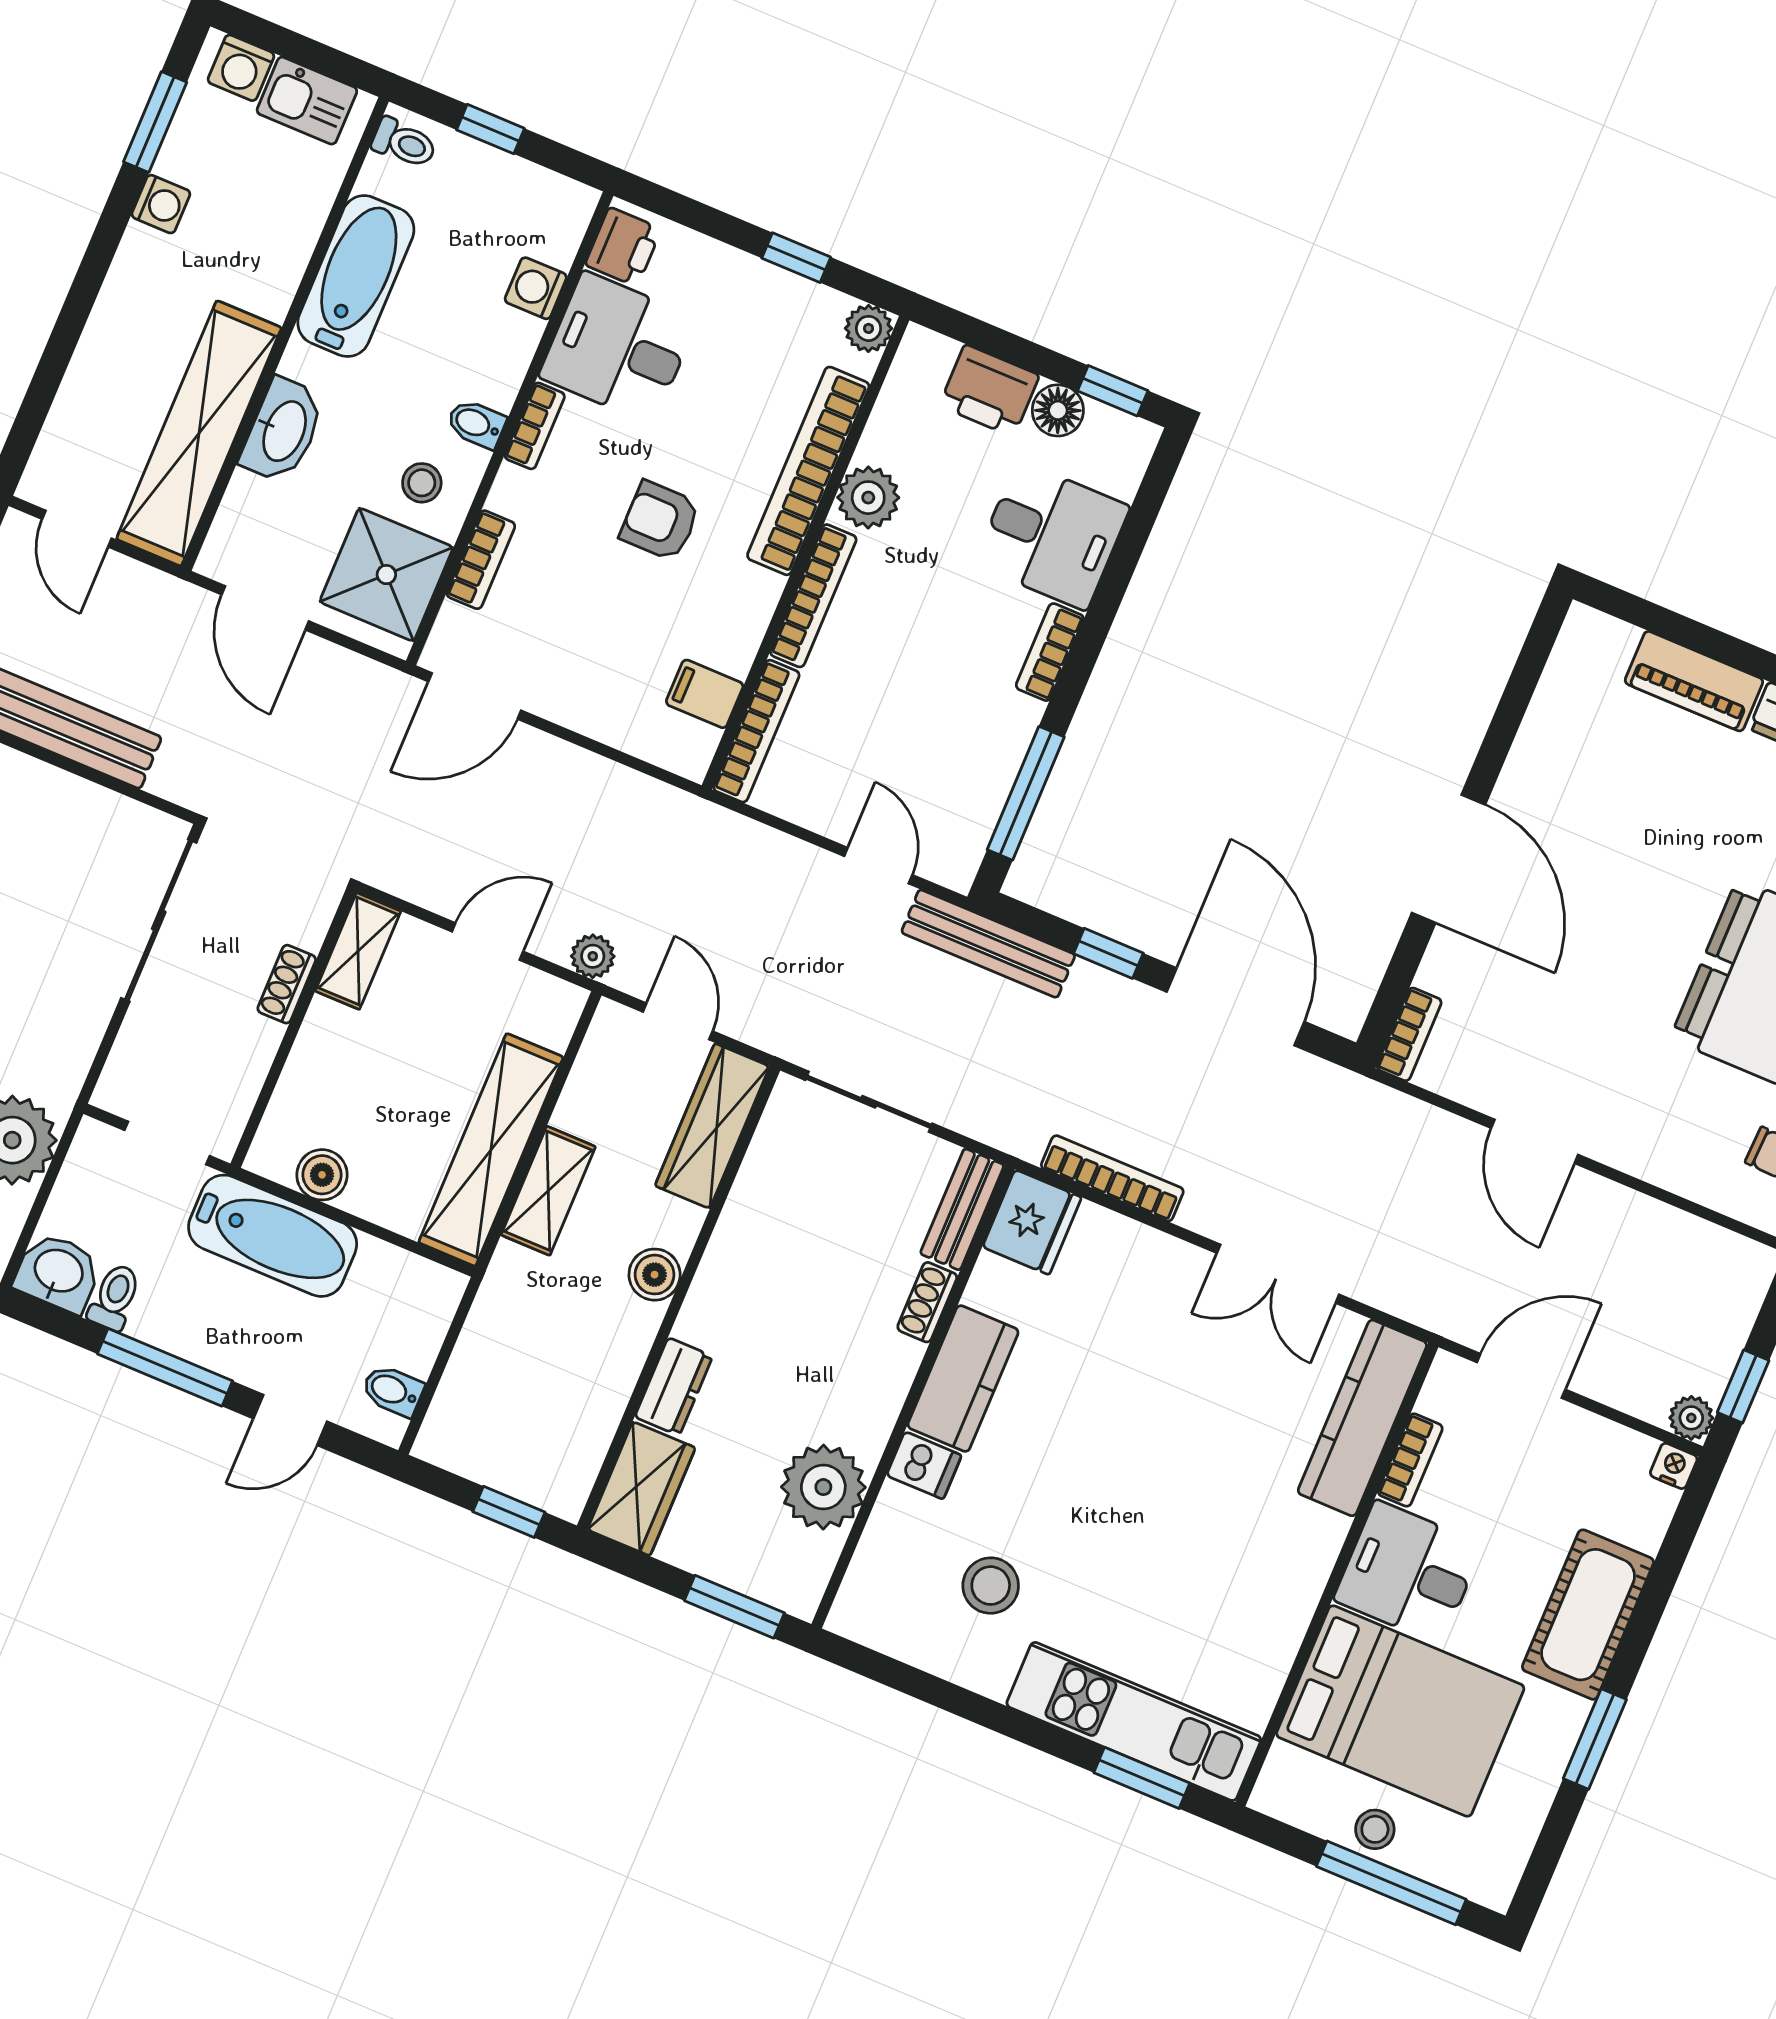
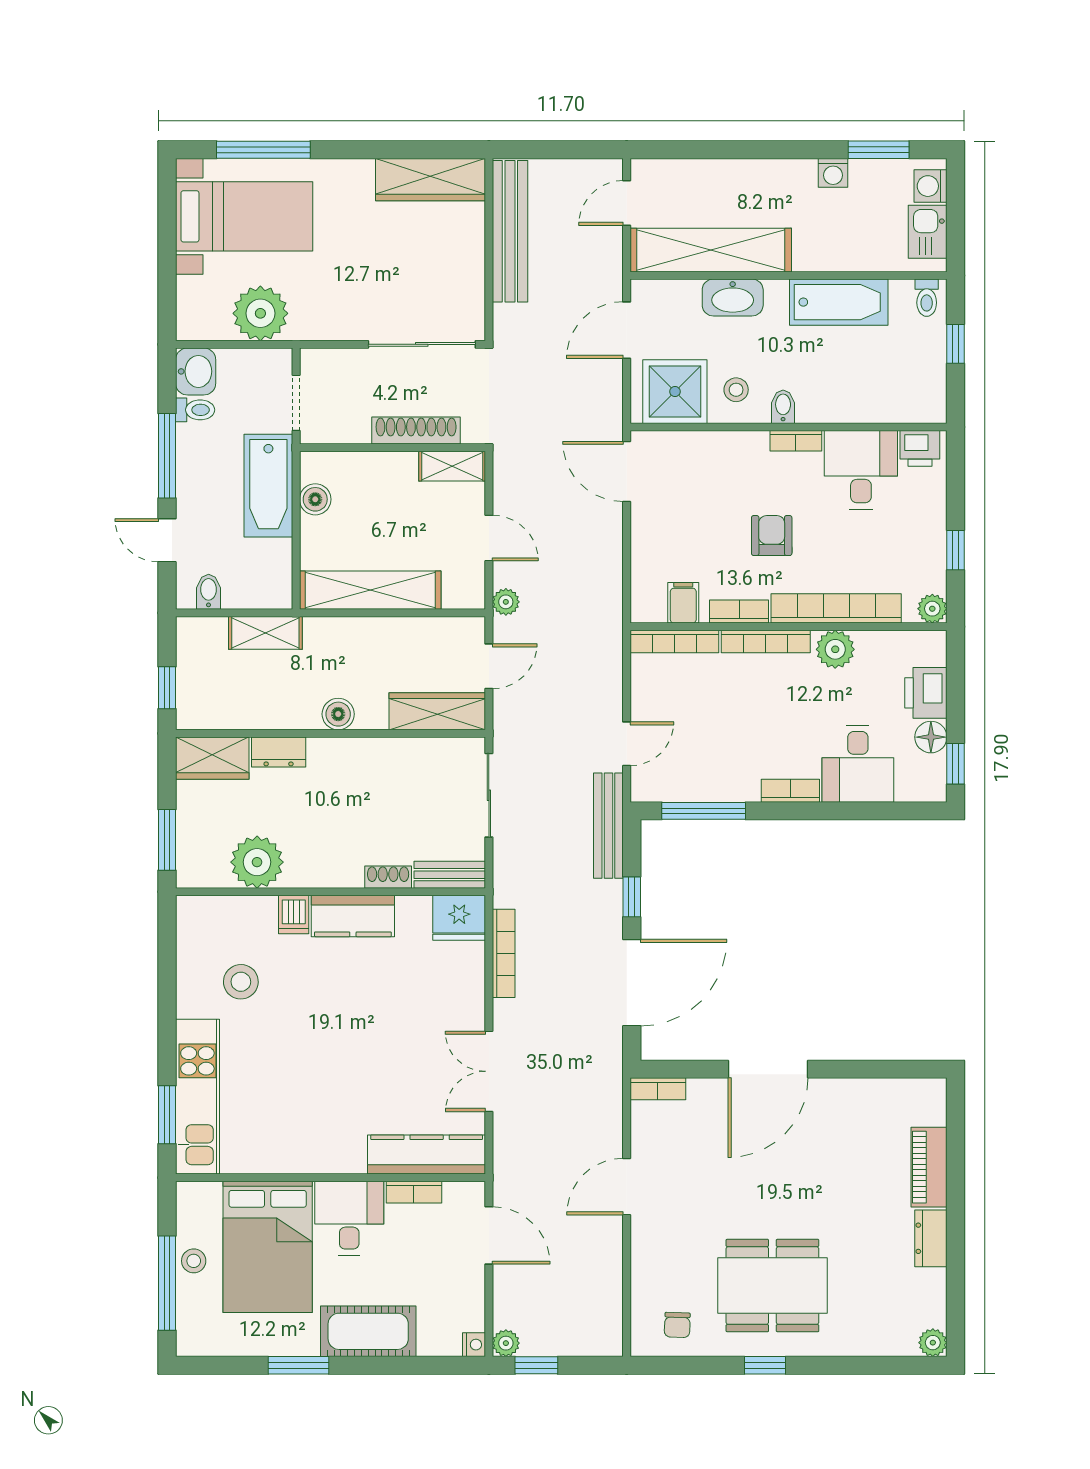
washing machine: (536, 288) -> (875, 408), removed
bookcase: (481, 560) -> (739, 612), moved, turned 180
shoe rack: (287, 984) -> (416, 431), width x1.94, depth x1.24
shelving: (548, 1191) -> (265, 633), moved

